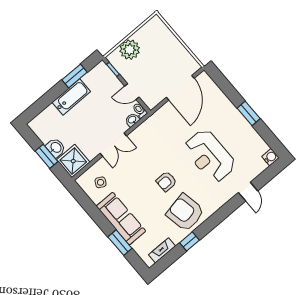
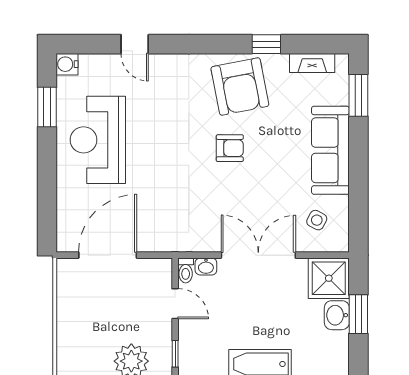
window: (249, 113) -> (47, 107), moved
double door: (113, 145) -> (258, 255), width x1.37
reception desk: (210, 156) -> (98, 140), moved, turned 180
door: (248, 192) -> (135, 44), swing flipped
window: (120, 243) -> (358, 95), moved

